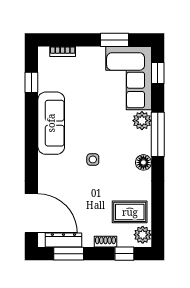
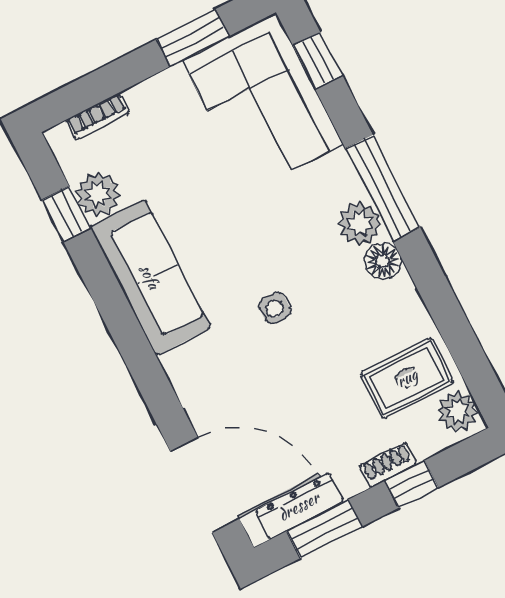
plant: (47, 81) -> (98, 194), added
plant: (142, 121) -> (360, 224), moved
window: (124, 254) -> (412, 484), moved

